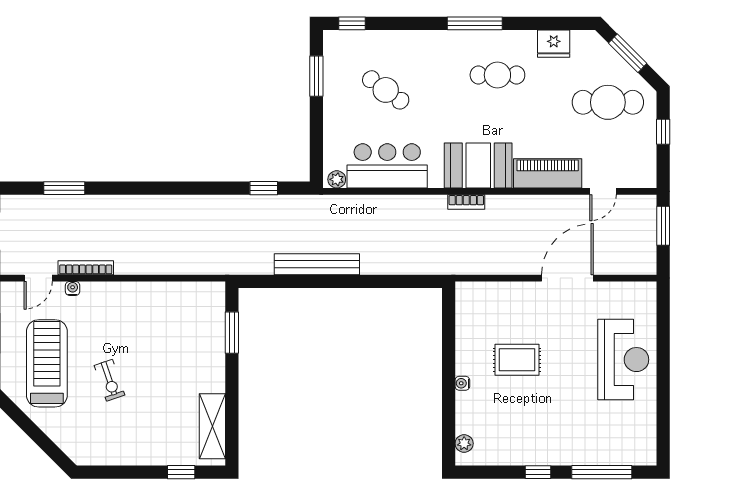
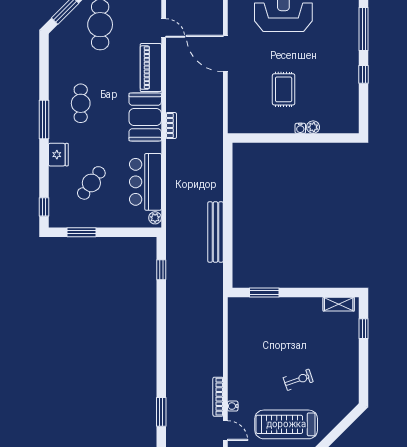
fridge: (554, 44) -> (58, 155), moved
shelving: (212, 426) -> (339, 304), width x0.67, depth x0.75
plant: (464, 443) -> (313, 127), moved

